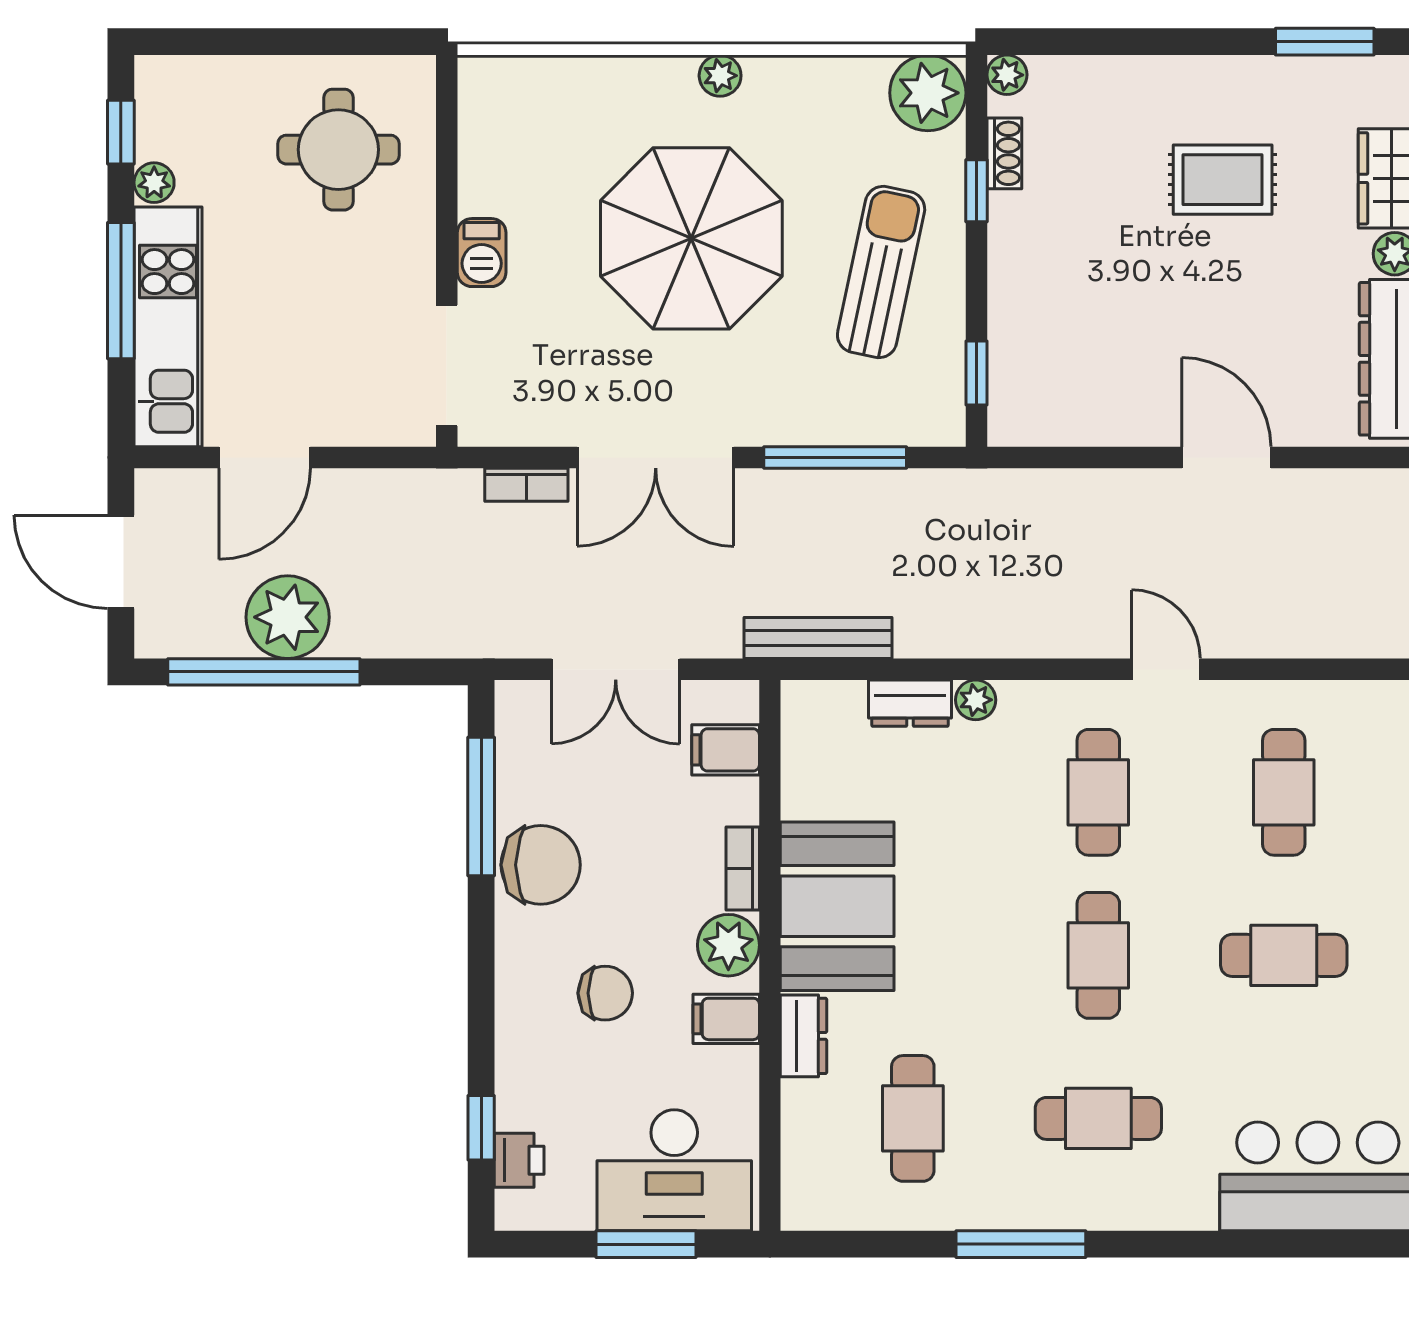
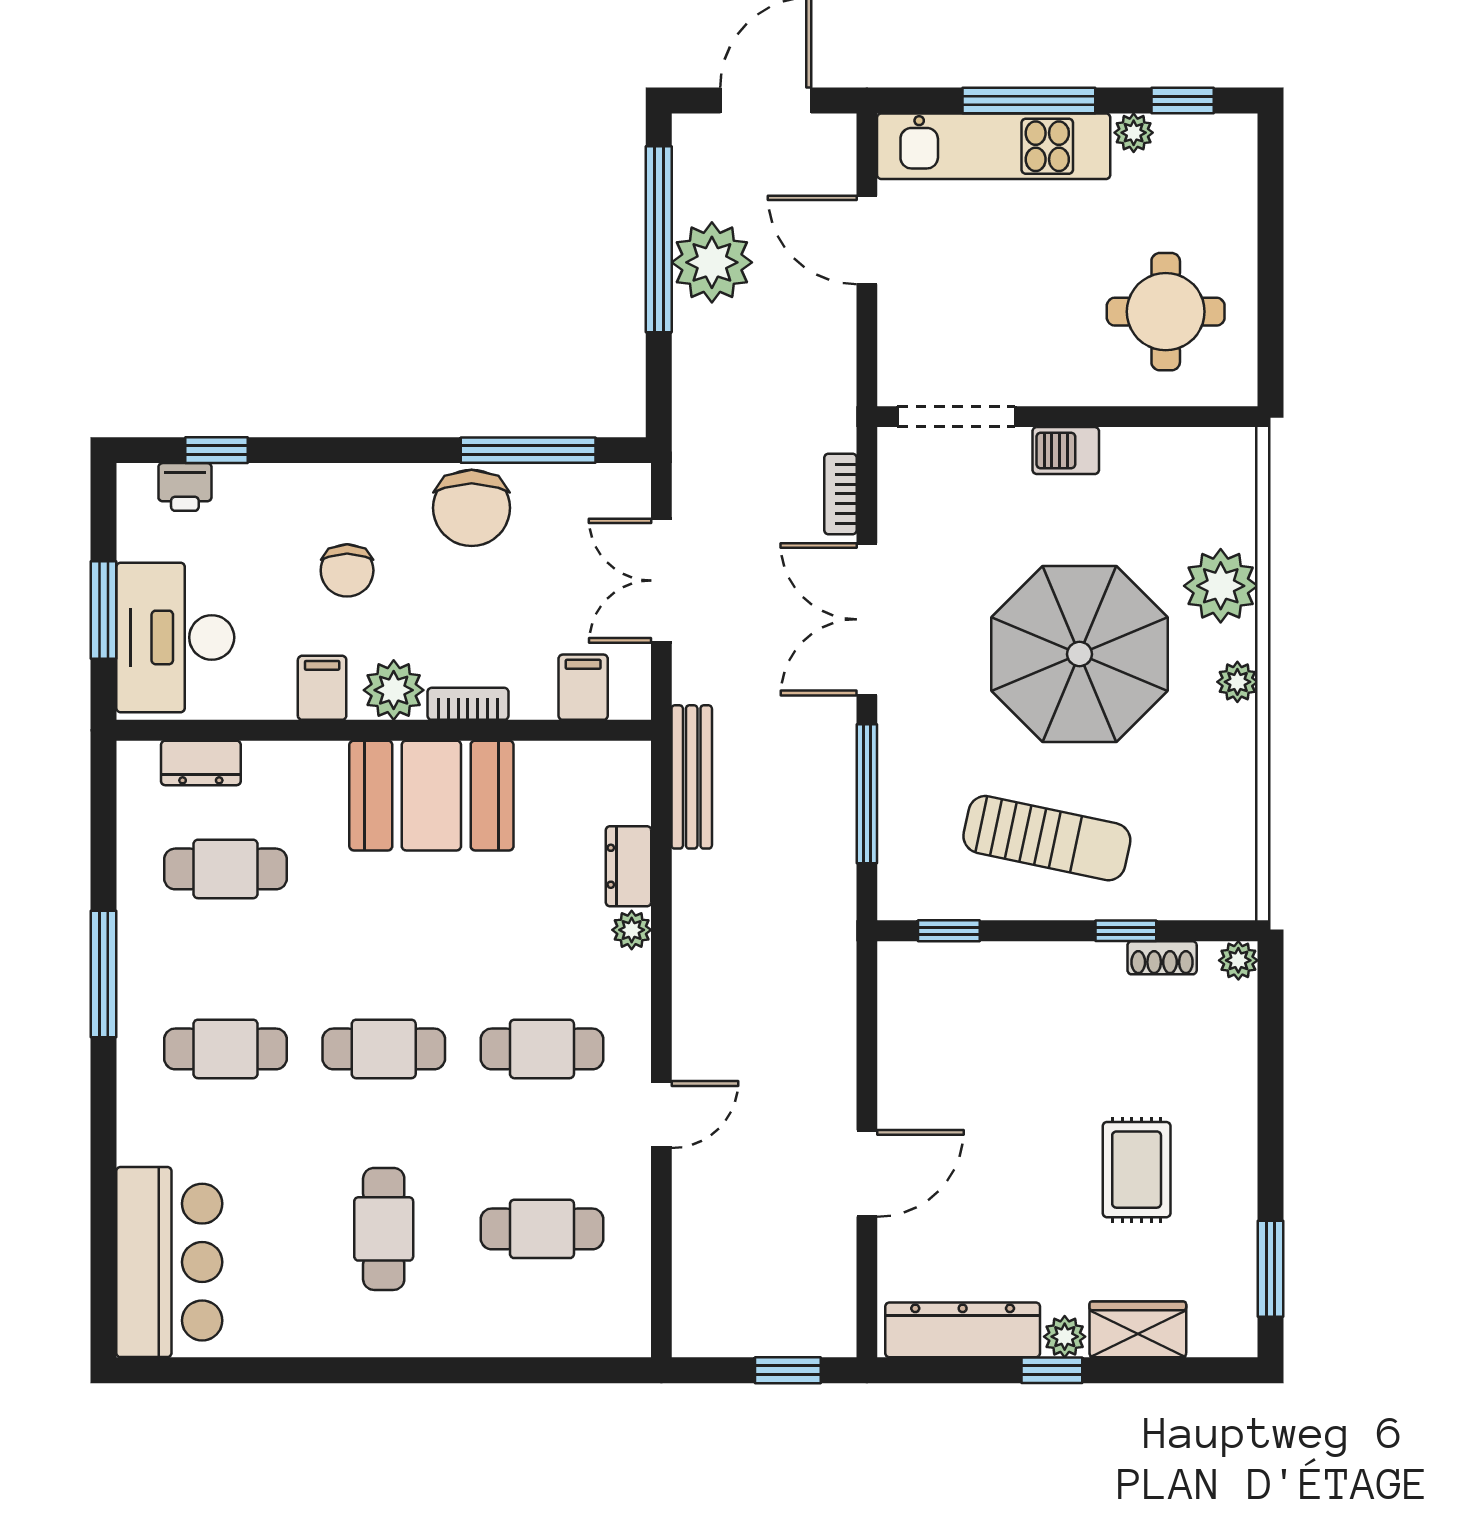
plant: (928, 93) -> (1221, 586), moved
dresser: (804, 1036) -> (201, 763), moved
cafe table: (1098, 1118) -> (226, 1049), turned 90

